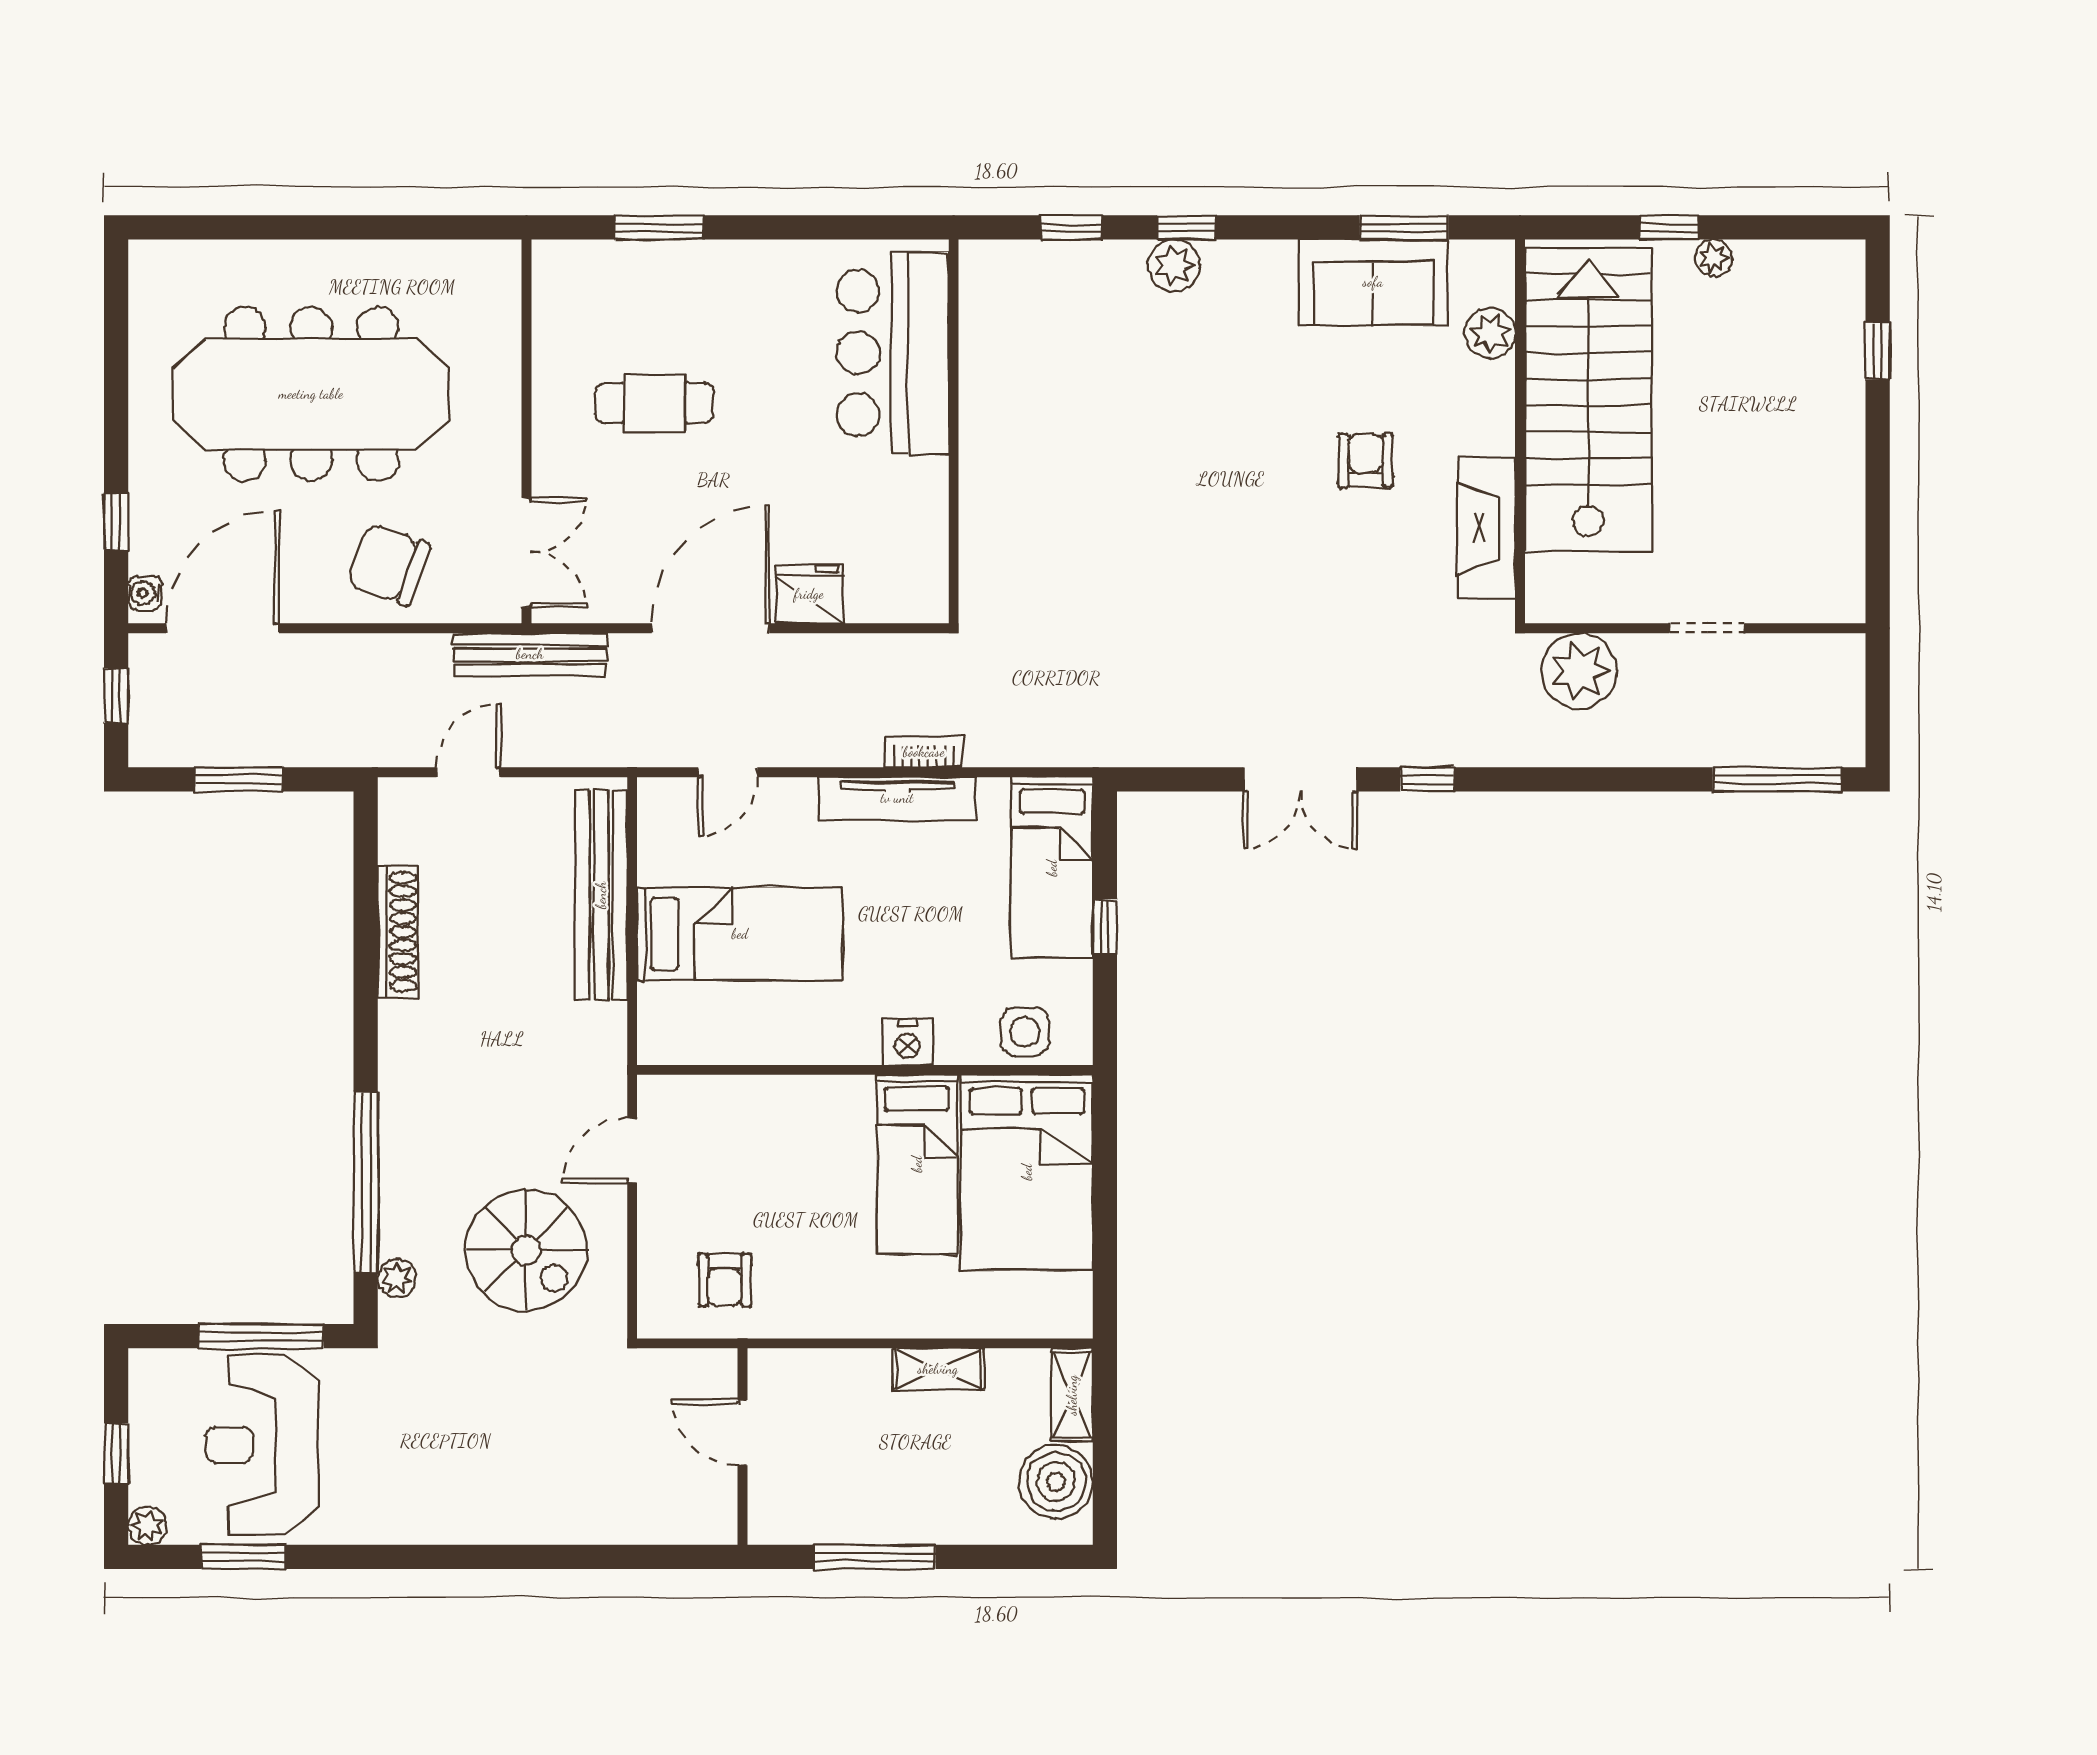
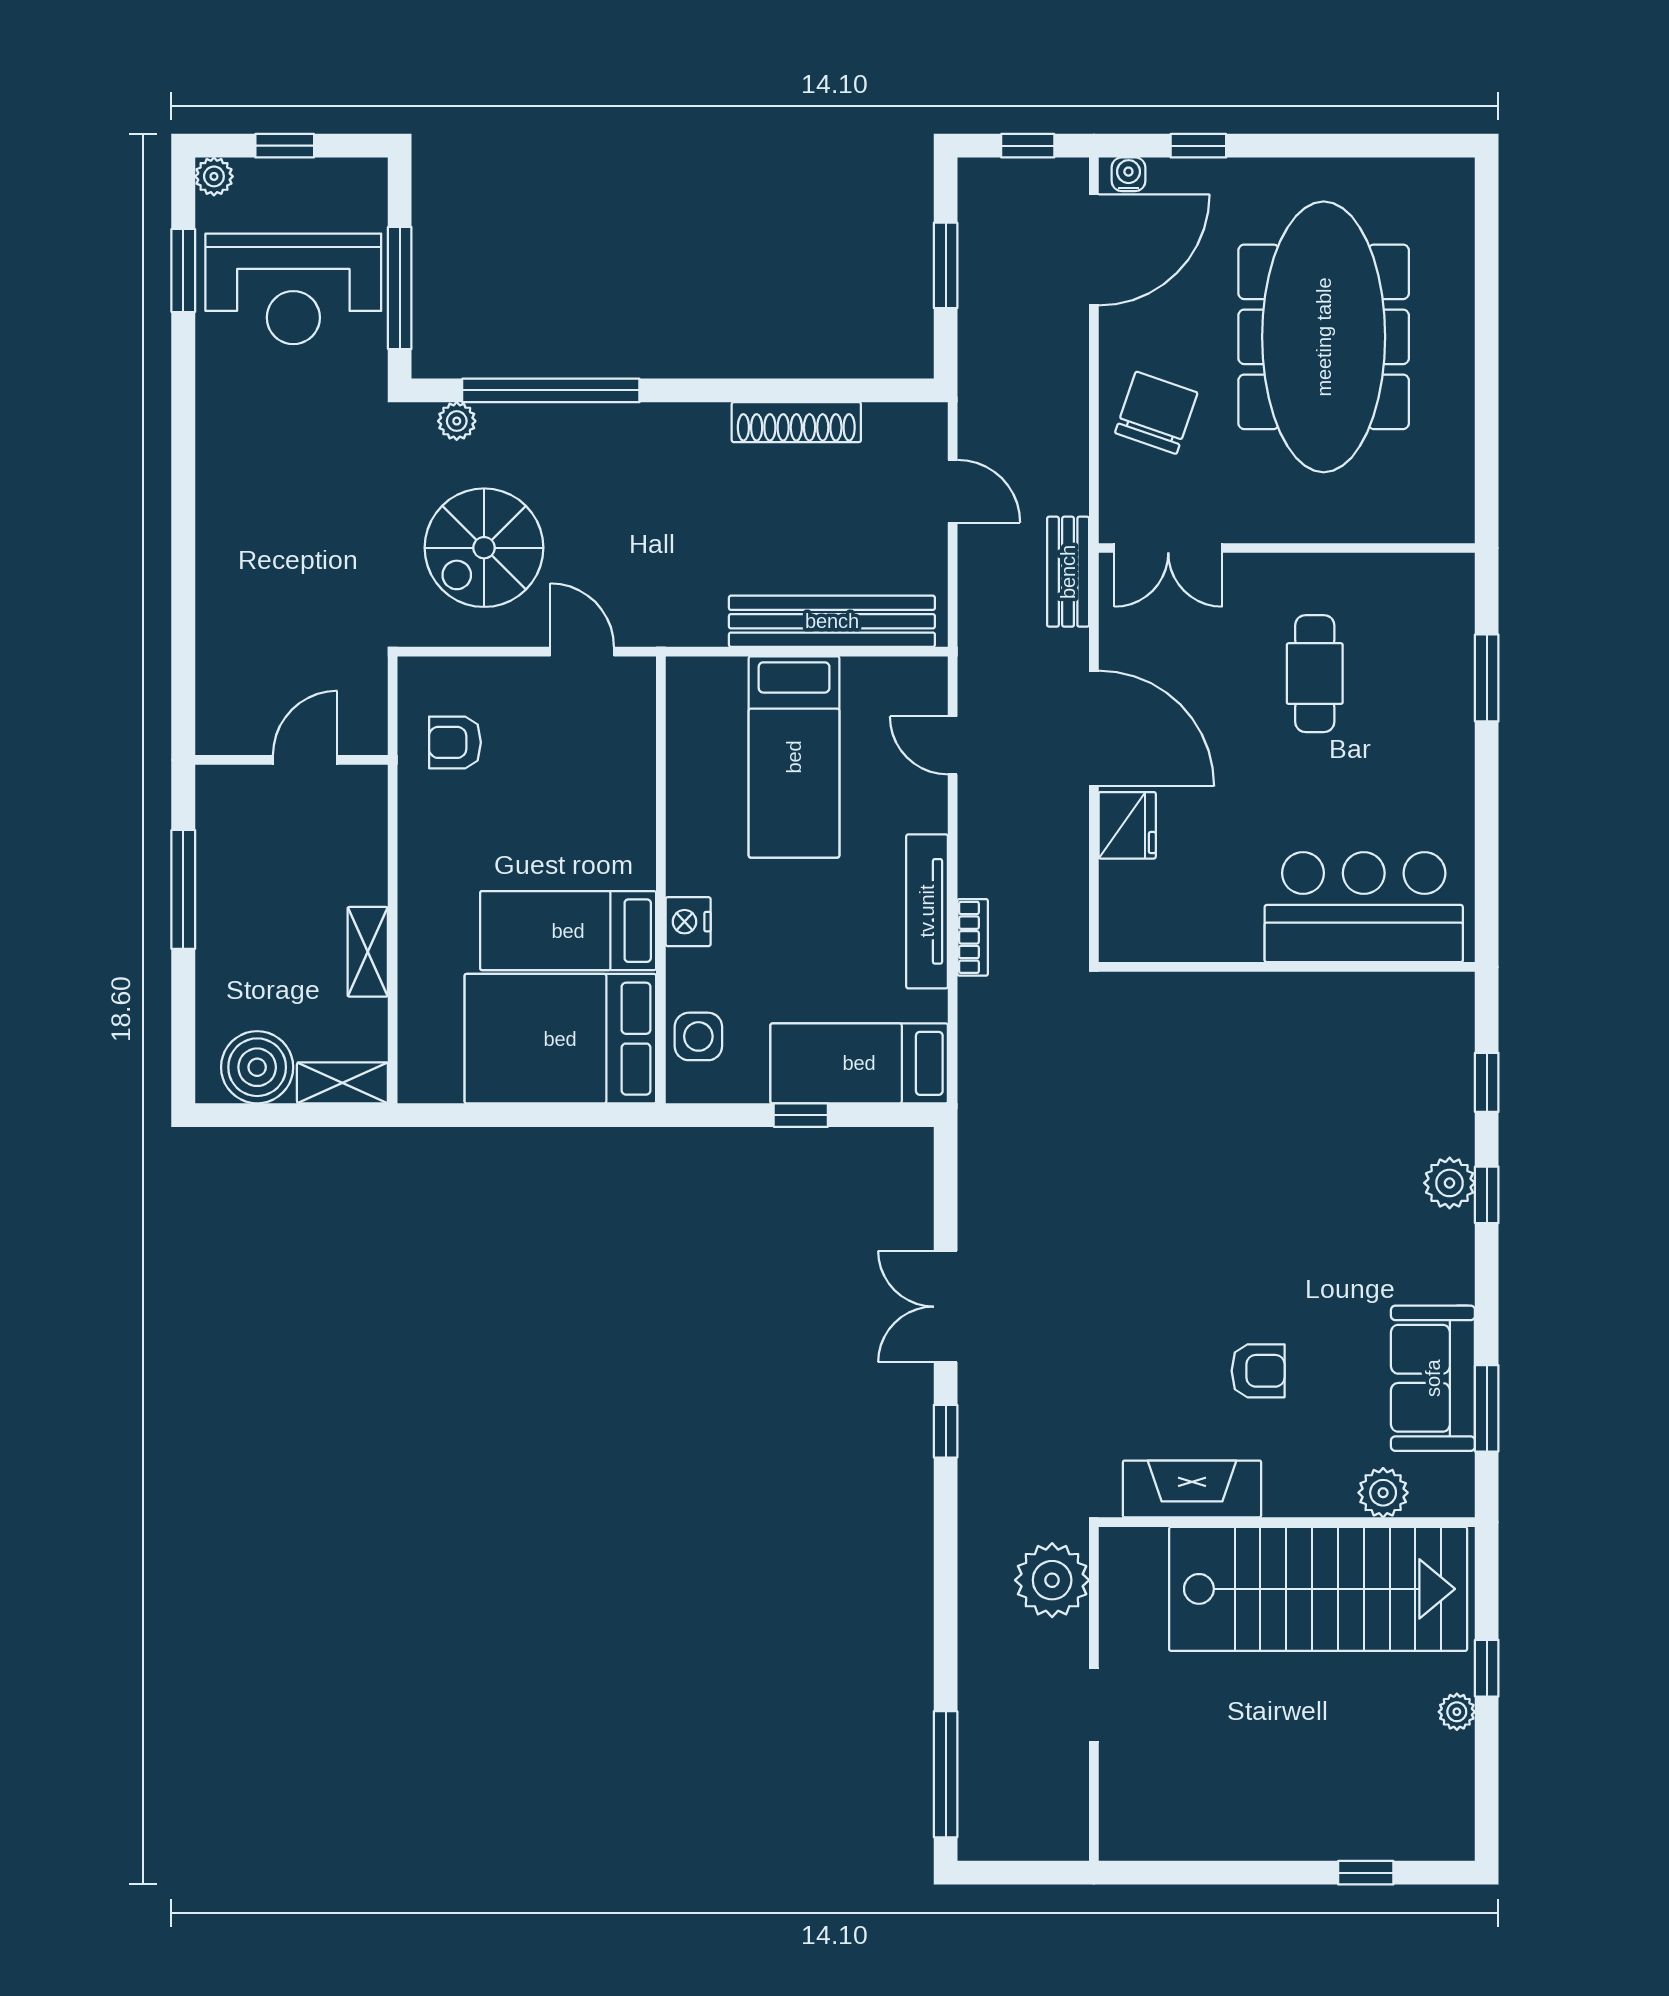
door: (222, 628) -> (1094, 250), hinge flipped
bench: (530, 654) -> (1068, 572), width x0.73
reception desk: (262, 1445) -> (293, 289), turned 180

